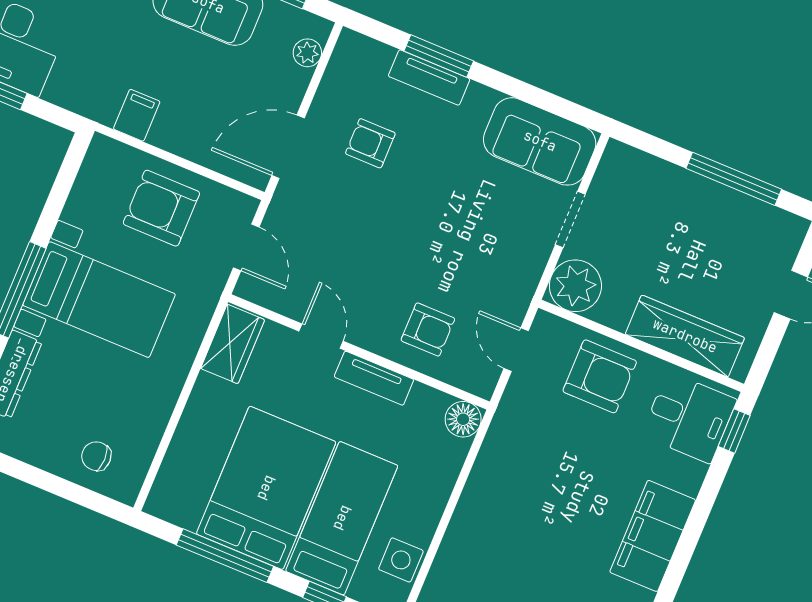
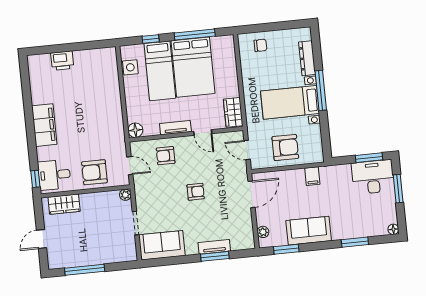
armchair: (370, 143) -> (196, 192), moved
plant: (575, 286) -> (125, 195), width x0.53, depth x0.53
wardrobe: (685, 336) -> (64, 204), width x0.67

